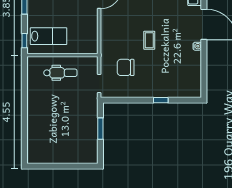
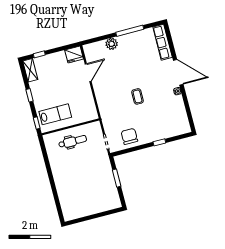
chair: (126, 67) -> (129, 136), moved, turned 90

